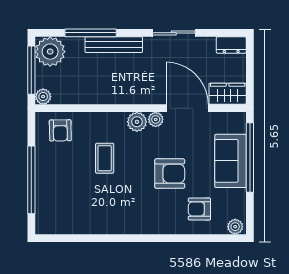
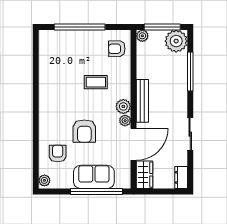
bench: (114, 45) -> (142, 101), moved

